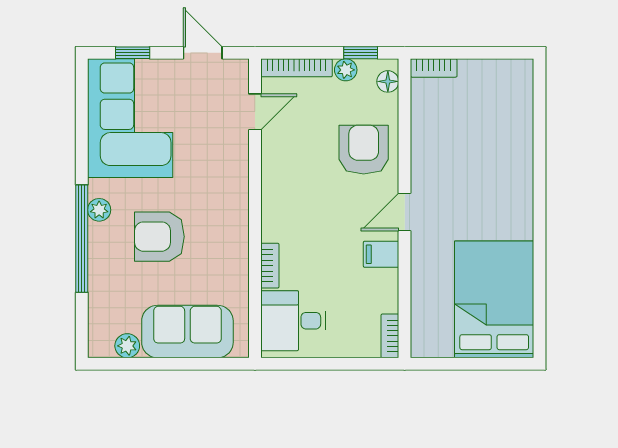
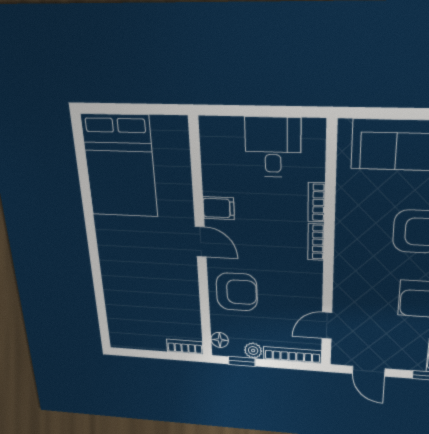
armchair: (364, 150) -> (237, 292), turned -90
door: (405, 212) -> (201, 242), hinge flipped
desk: (293, 321) -> (273, 147), moved, turned -90
bookcase: (390, 336) -> (316, 242), moved, turned 180

